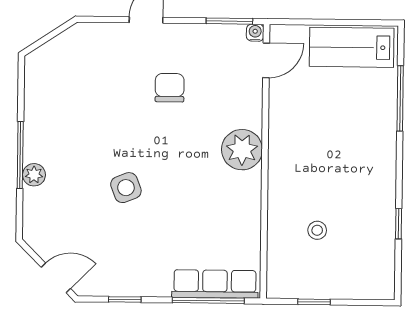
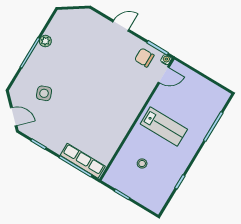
lab bench: (352, 47) -> (164, 127), moved, turned 180
chair: (170, 88) -> (144, 58), moved, turned -90
plant: (242, 150) -> (130, 108), removed
plant: (34, 175) -> (45, 41), moved
side table: (126, 188) -> (44, 93), moved

